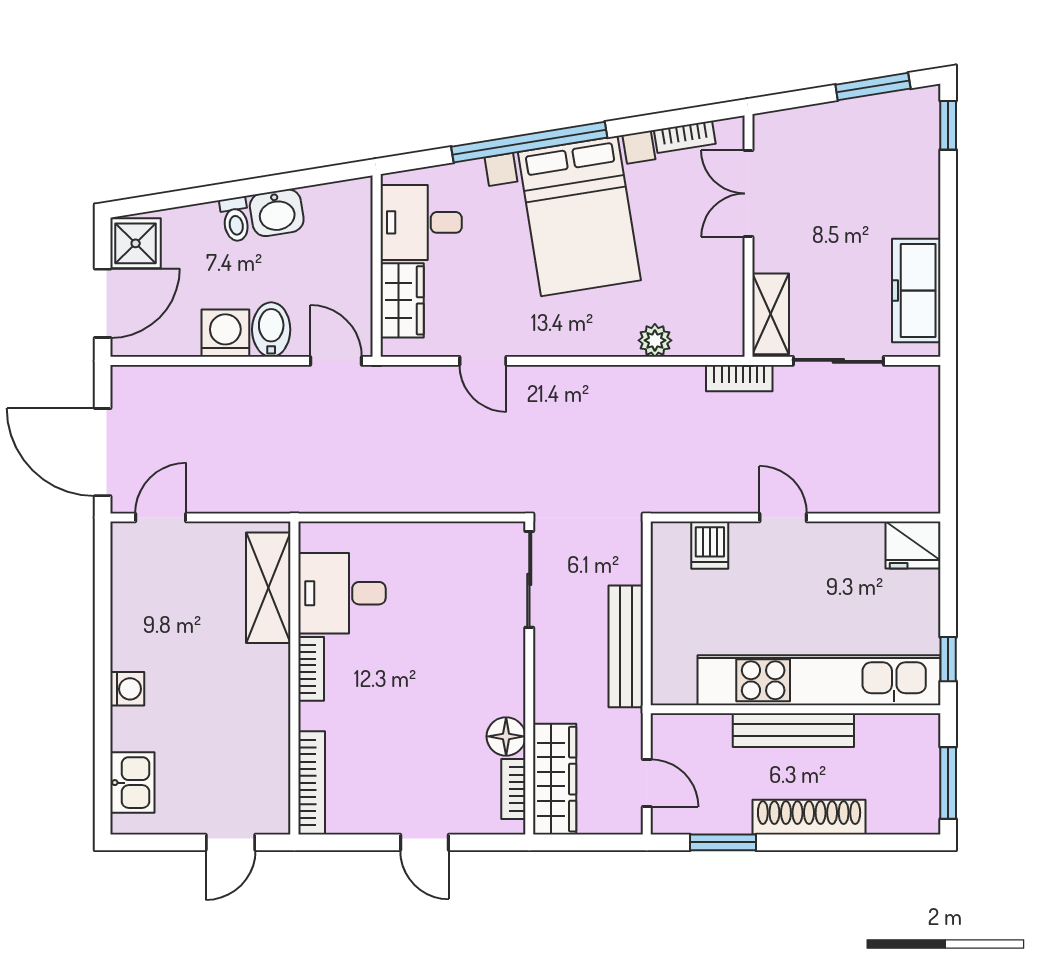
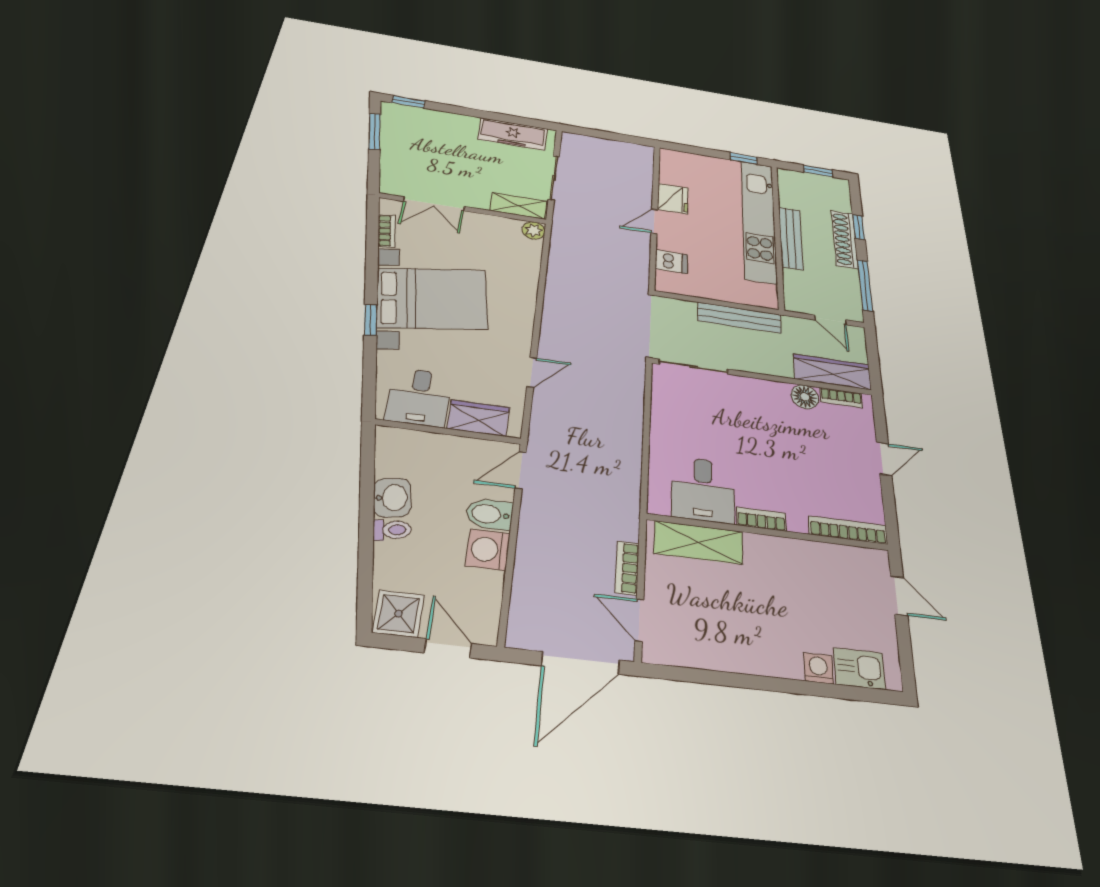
window: (529, 142) -> (371, 320), width x0.32
door: (103, 303) -> (448, 648), width x0.73
plant: (655, 340) -> (534, 230), moved
bookcase: (739, 378) -> (627, 568), moved, turned 180
fridge: (913, 545) -> (673, 199), moved
washing machine: (127, 689) -> (818, 668), moved
door: (647, 783) -> (831, 320), swing flipped
window: (948, 783) -> (818, 171), width x0.67
window: (723, 842) -> (865, 285), width x1.44
window: (839, 842) -> (859, 227), added

